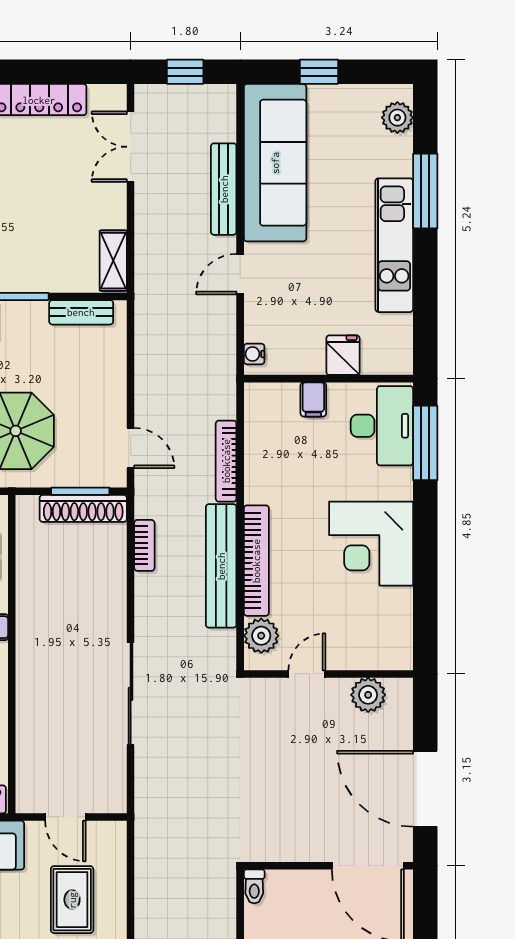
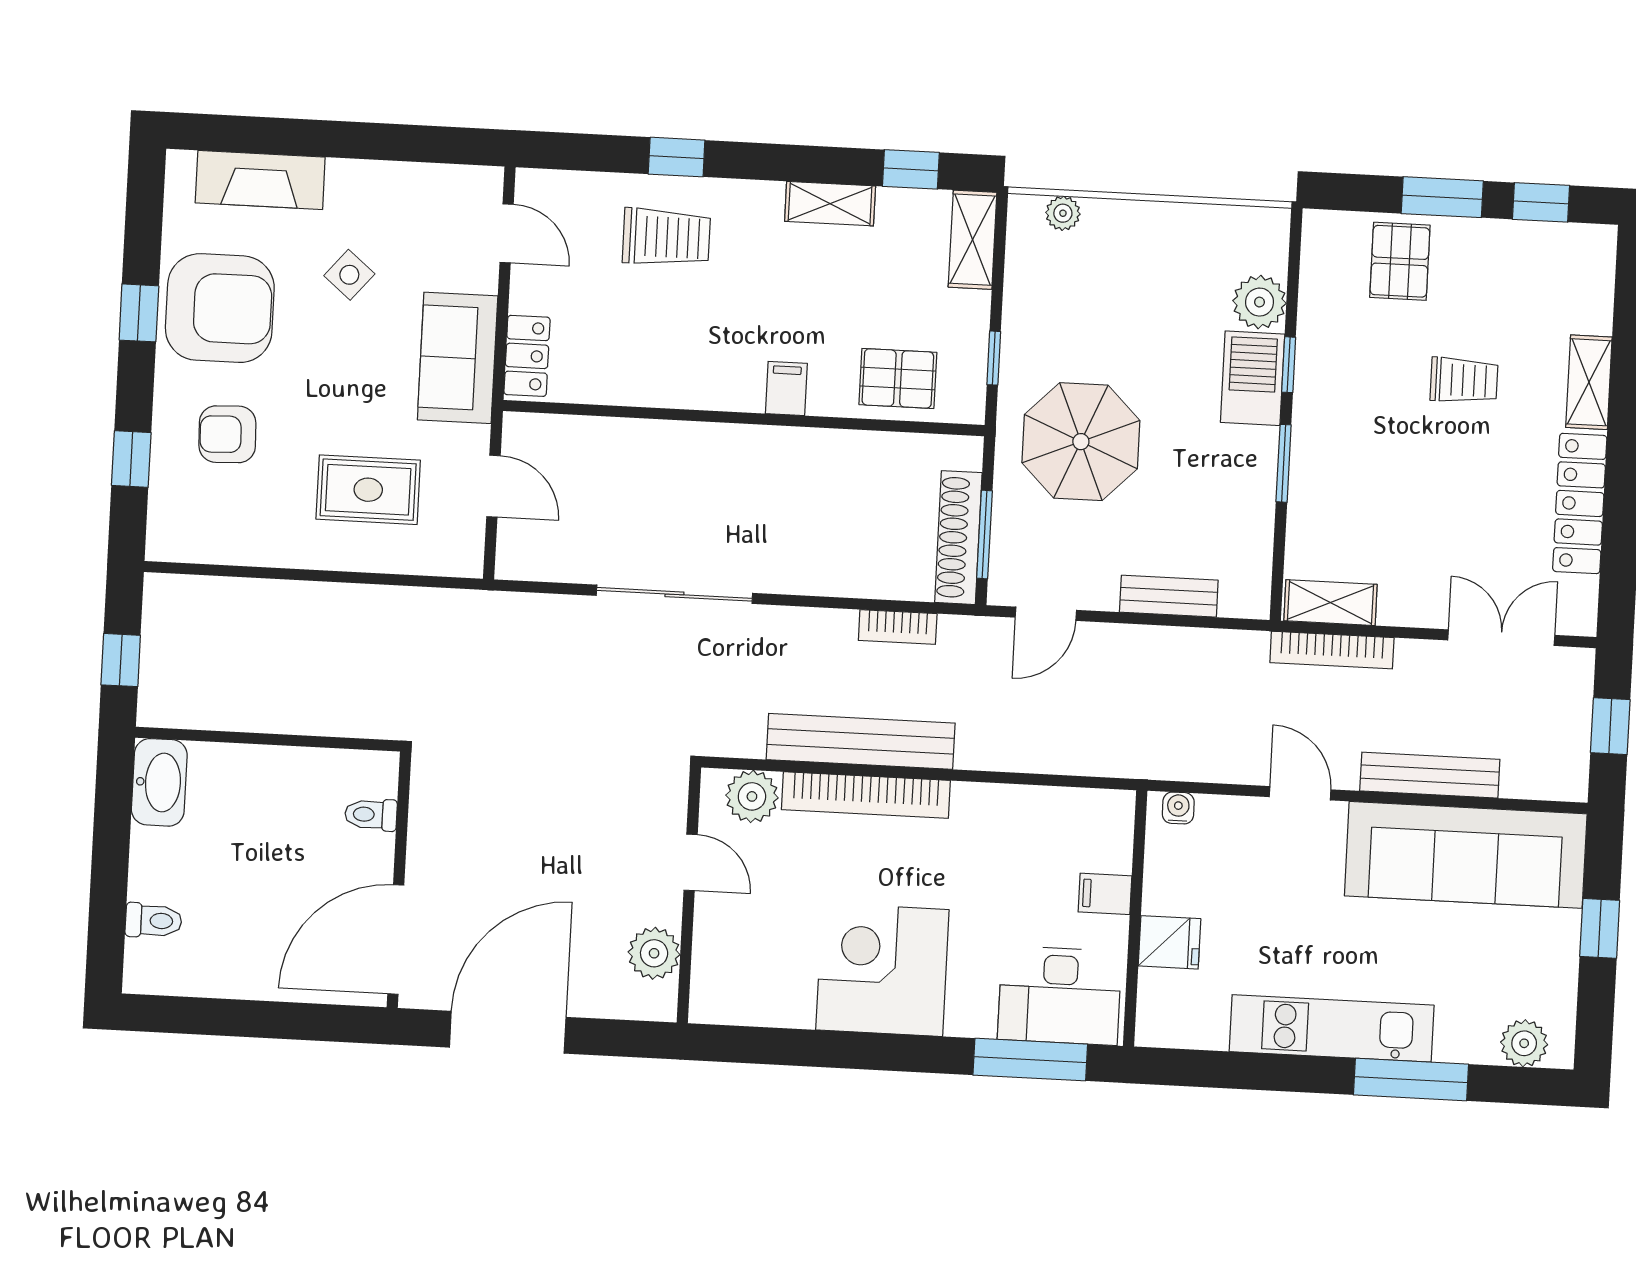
bench: (81, 312) -> (1169, 596), moved, turned 90
bookcase: (226, 461) -> (1332, 650), moved, turned 180
door: (65, 817) -> (493, 486), swing flipped
toilet: (254, 886) -> (371, 815), moved

